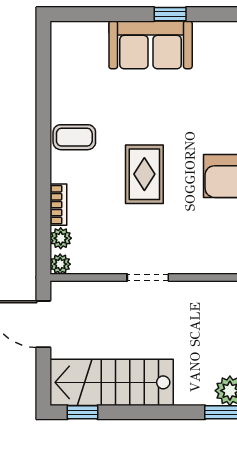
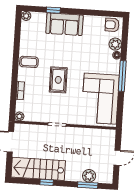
window: (170, 14) -> (53, 10), moved
plant: (61, 238) -> (26, 16), moved
window: (82, 412) -> (47, 182), moved

